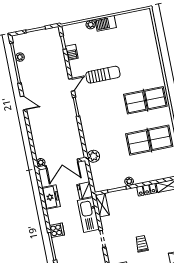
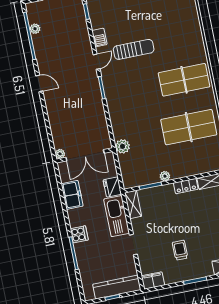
barbecue: (72, 52) -> (99, 38), moved

